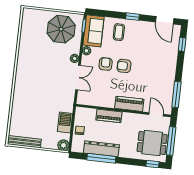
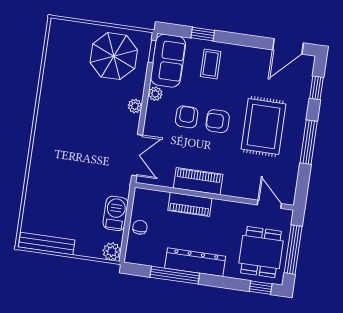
window: (133, 17) -> (203, 34), moved
door: (165, 20) -> (288, 46), hinge flipped
rug: (151, 68) -> (263, 127), added
double door: (78, 77) -> (137, 155), moved
window: (176, 94) -> (309, 142), moved
piano: (129, 104) -> (198, 181), moved
dining table: (152, 143) -> (261, 252), turned 90
dresser: (101, 149) -> (195, 262), moved

